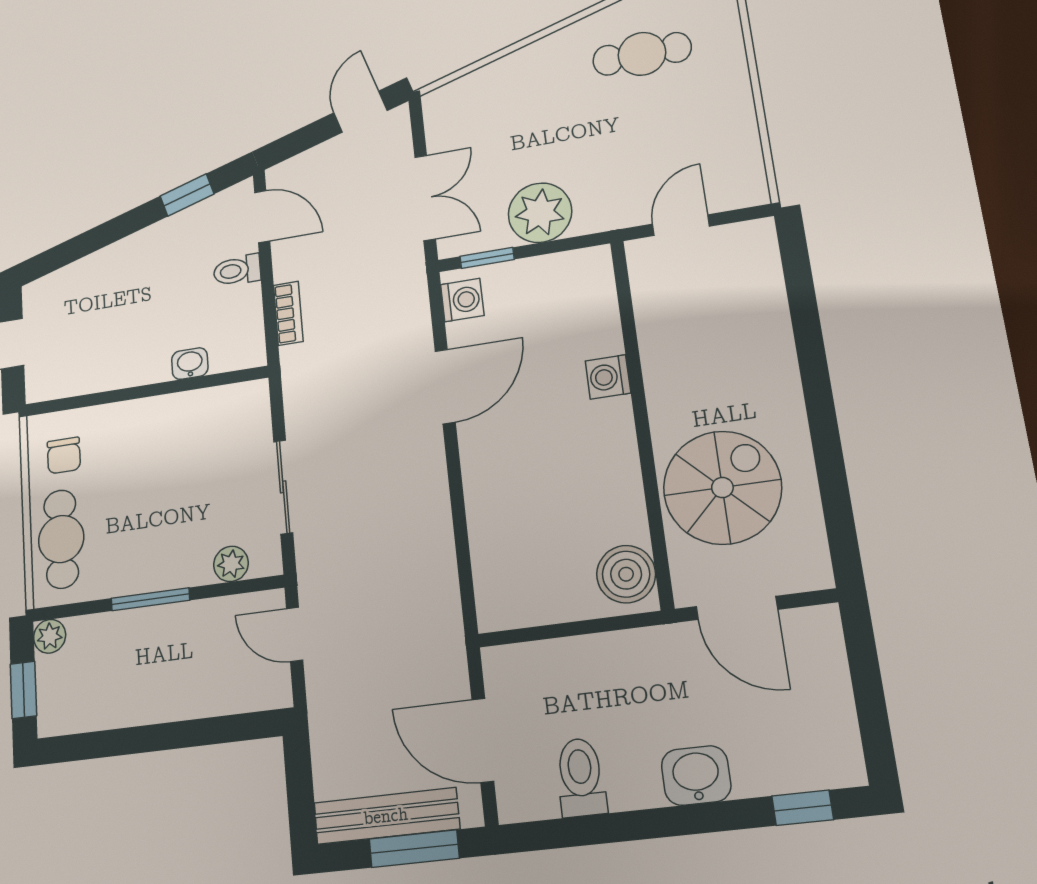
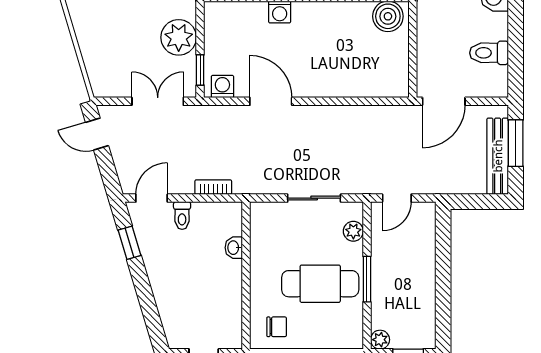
cafe table: (61, 539) -> (320, 284), moved, width x1.37, depth x1.35
door: (483, 740) -> (444, 101), moved

